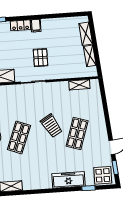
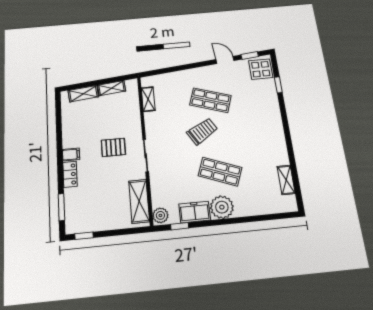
freezer: (68, 180) -> (270, 109), removed

